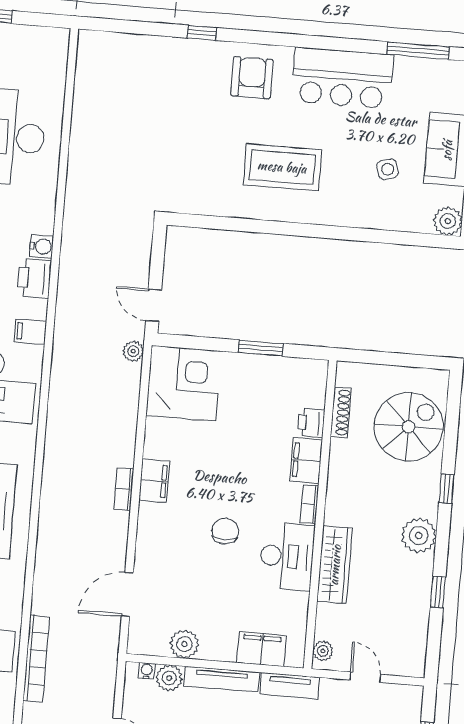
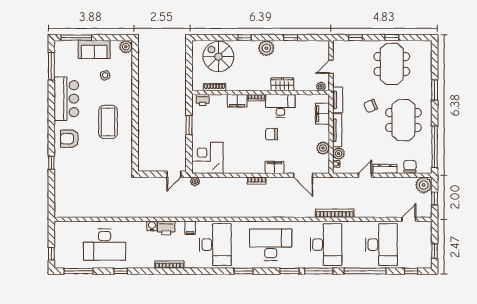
printer: (311, 423) -> (203, 100), moved
filing cabinet: (154, 481) -> (275, 167), moved
wardrobe: (335, 565) -> (282, 84), width x0.67

